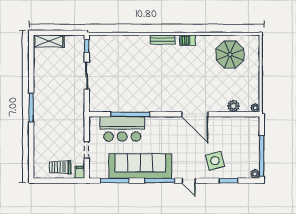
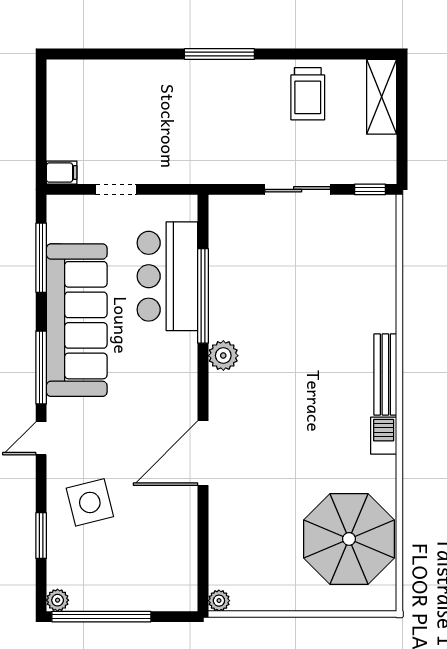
bench: (163, 40) -> (385, 374), width x1.36
parasol: (230, 54) -> (349, 539), width x1.36, depth x1.36
plant: (233, 106) -> (223, 356), moved
trolley: (60, 167) -> (308, 94), moved, turned 180

